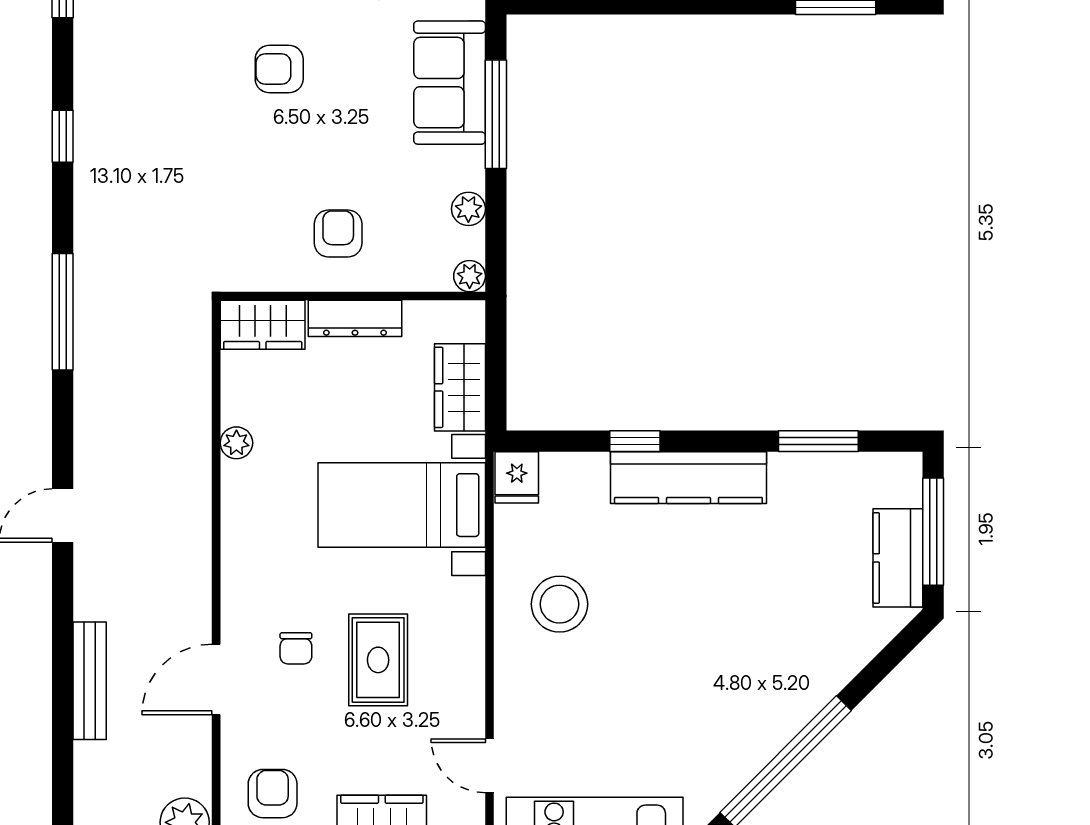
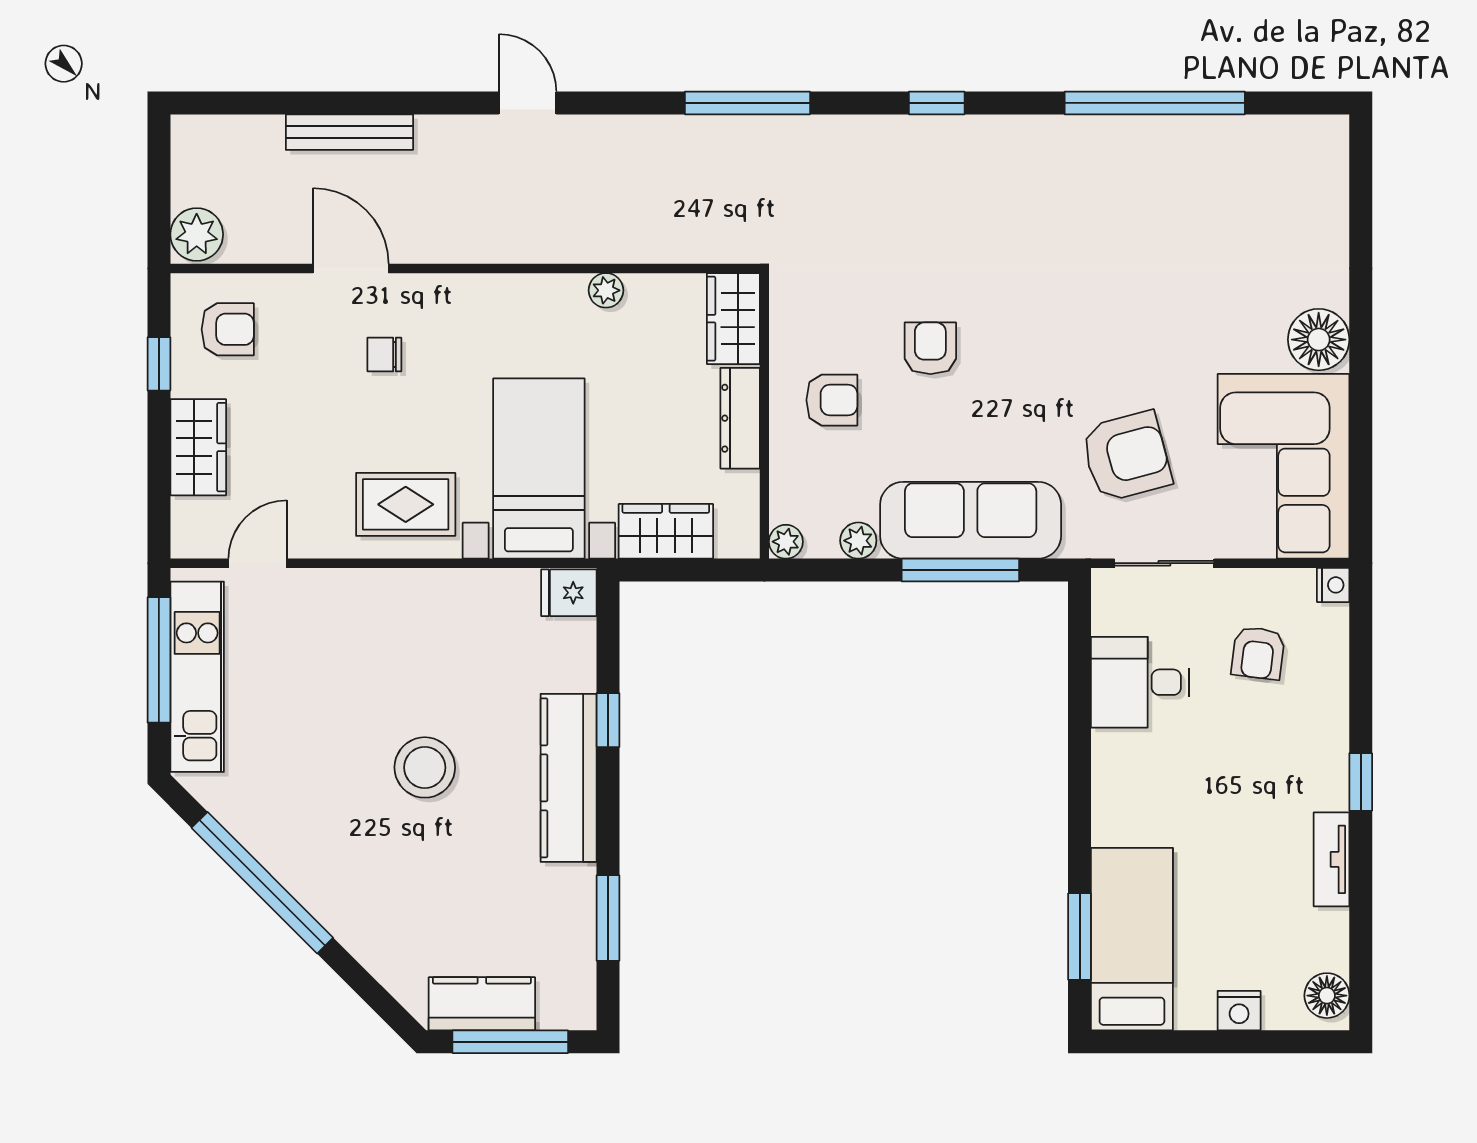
armchair: (279, 69) -> (930, 348), moved
sofa: (450, 83) -> (971, 520), width x1.36
stool: (559, 604) -> (425, 767), moved
rug: (378, 660) -> (406, 504), moved

